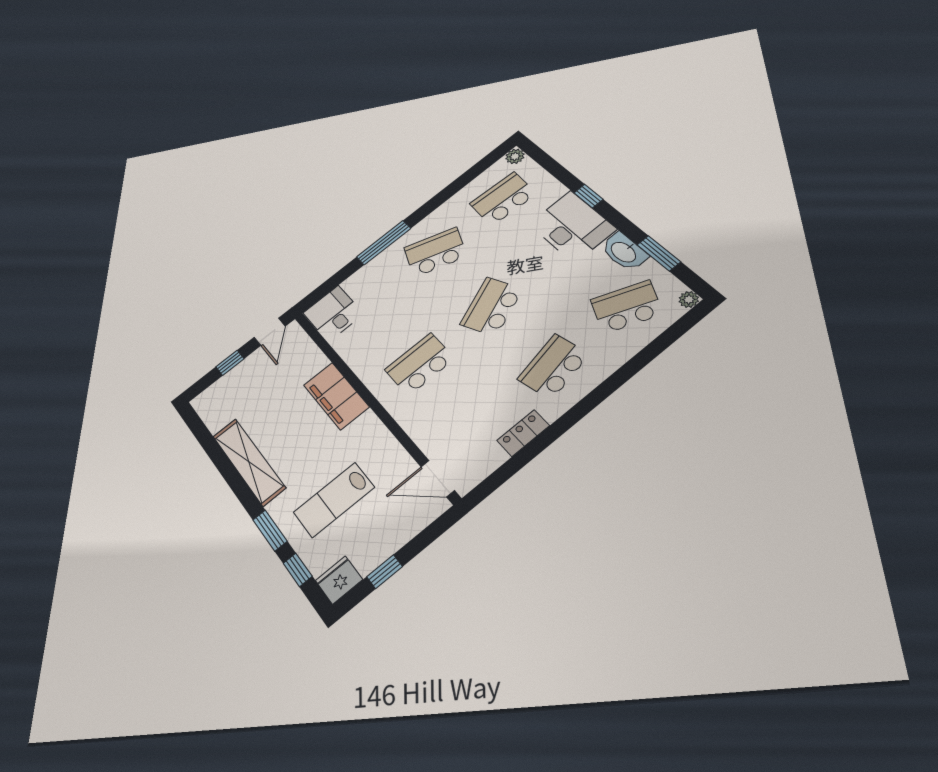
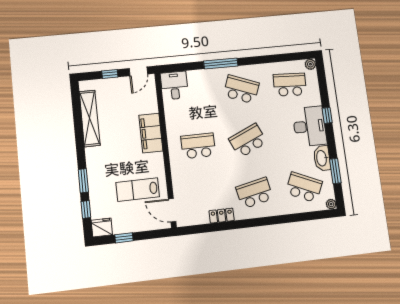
shelving: (249, 462) -> (90, 118), moved
lab bench: (334, 500) -> (138, 190), moved

